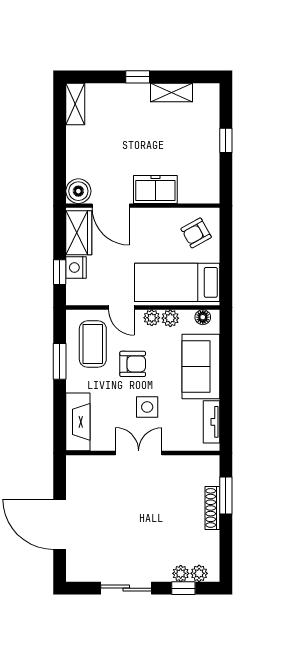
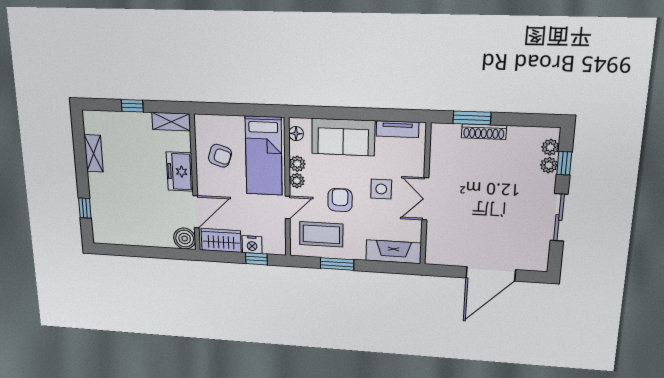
window: (138, 77) -> (85, 208), moved
shelving: (75, 104) -> (171, 122), moved
armchair: (196, 233) -> (220, 156), moved, turned -43

